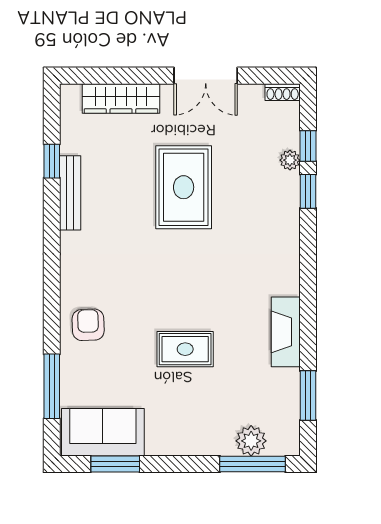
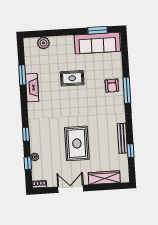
window: (308, 191) -> (26, 134), moved
window: (52, 386) -> (127, 90), moved
window: (308, 396) -> (22, 75), moved
sofa: (103, 432) -> (97, 43), width x1.36
window: (253, 464) -> (42, 34), removed

